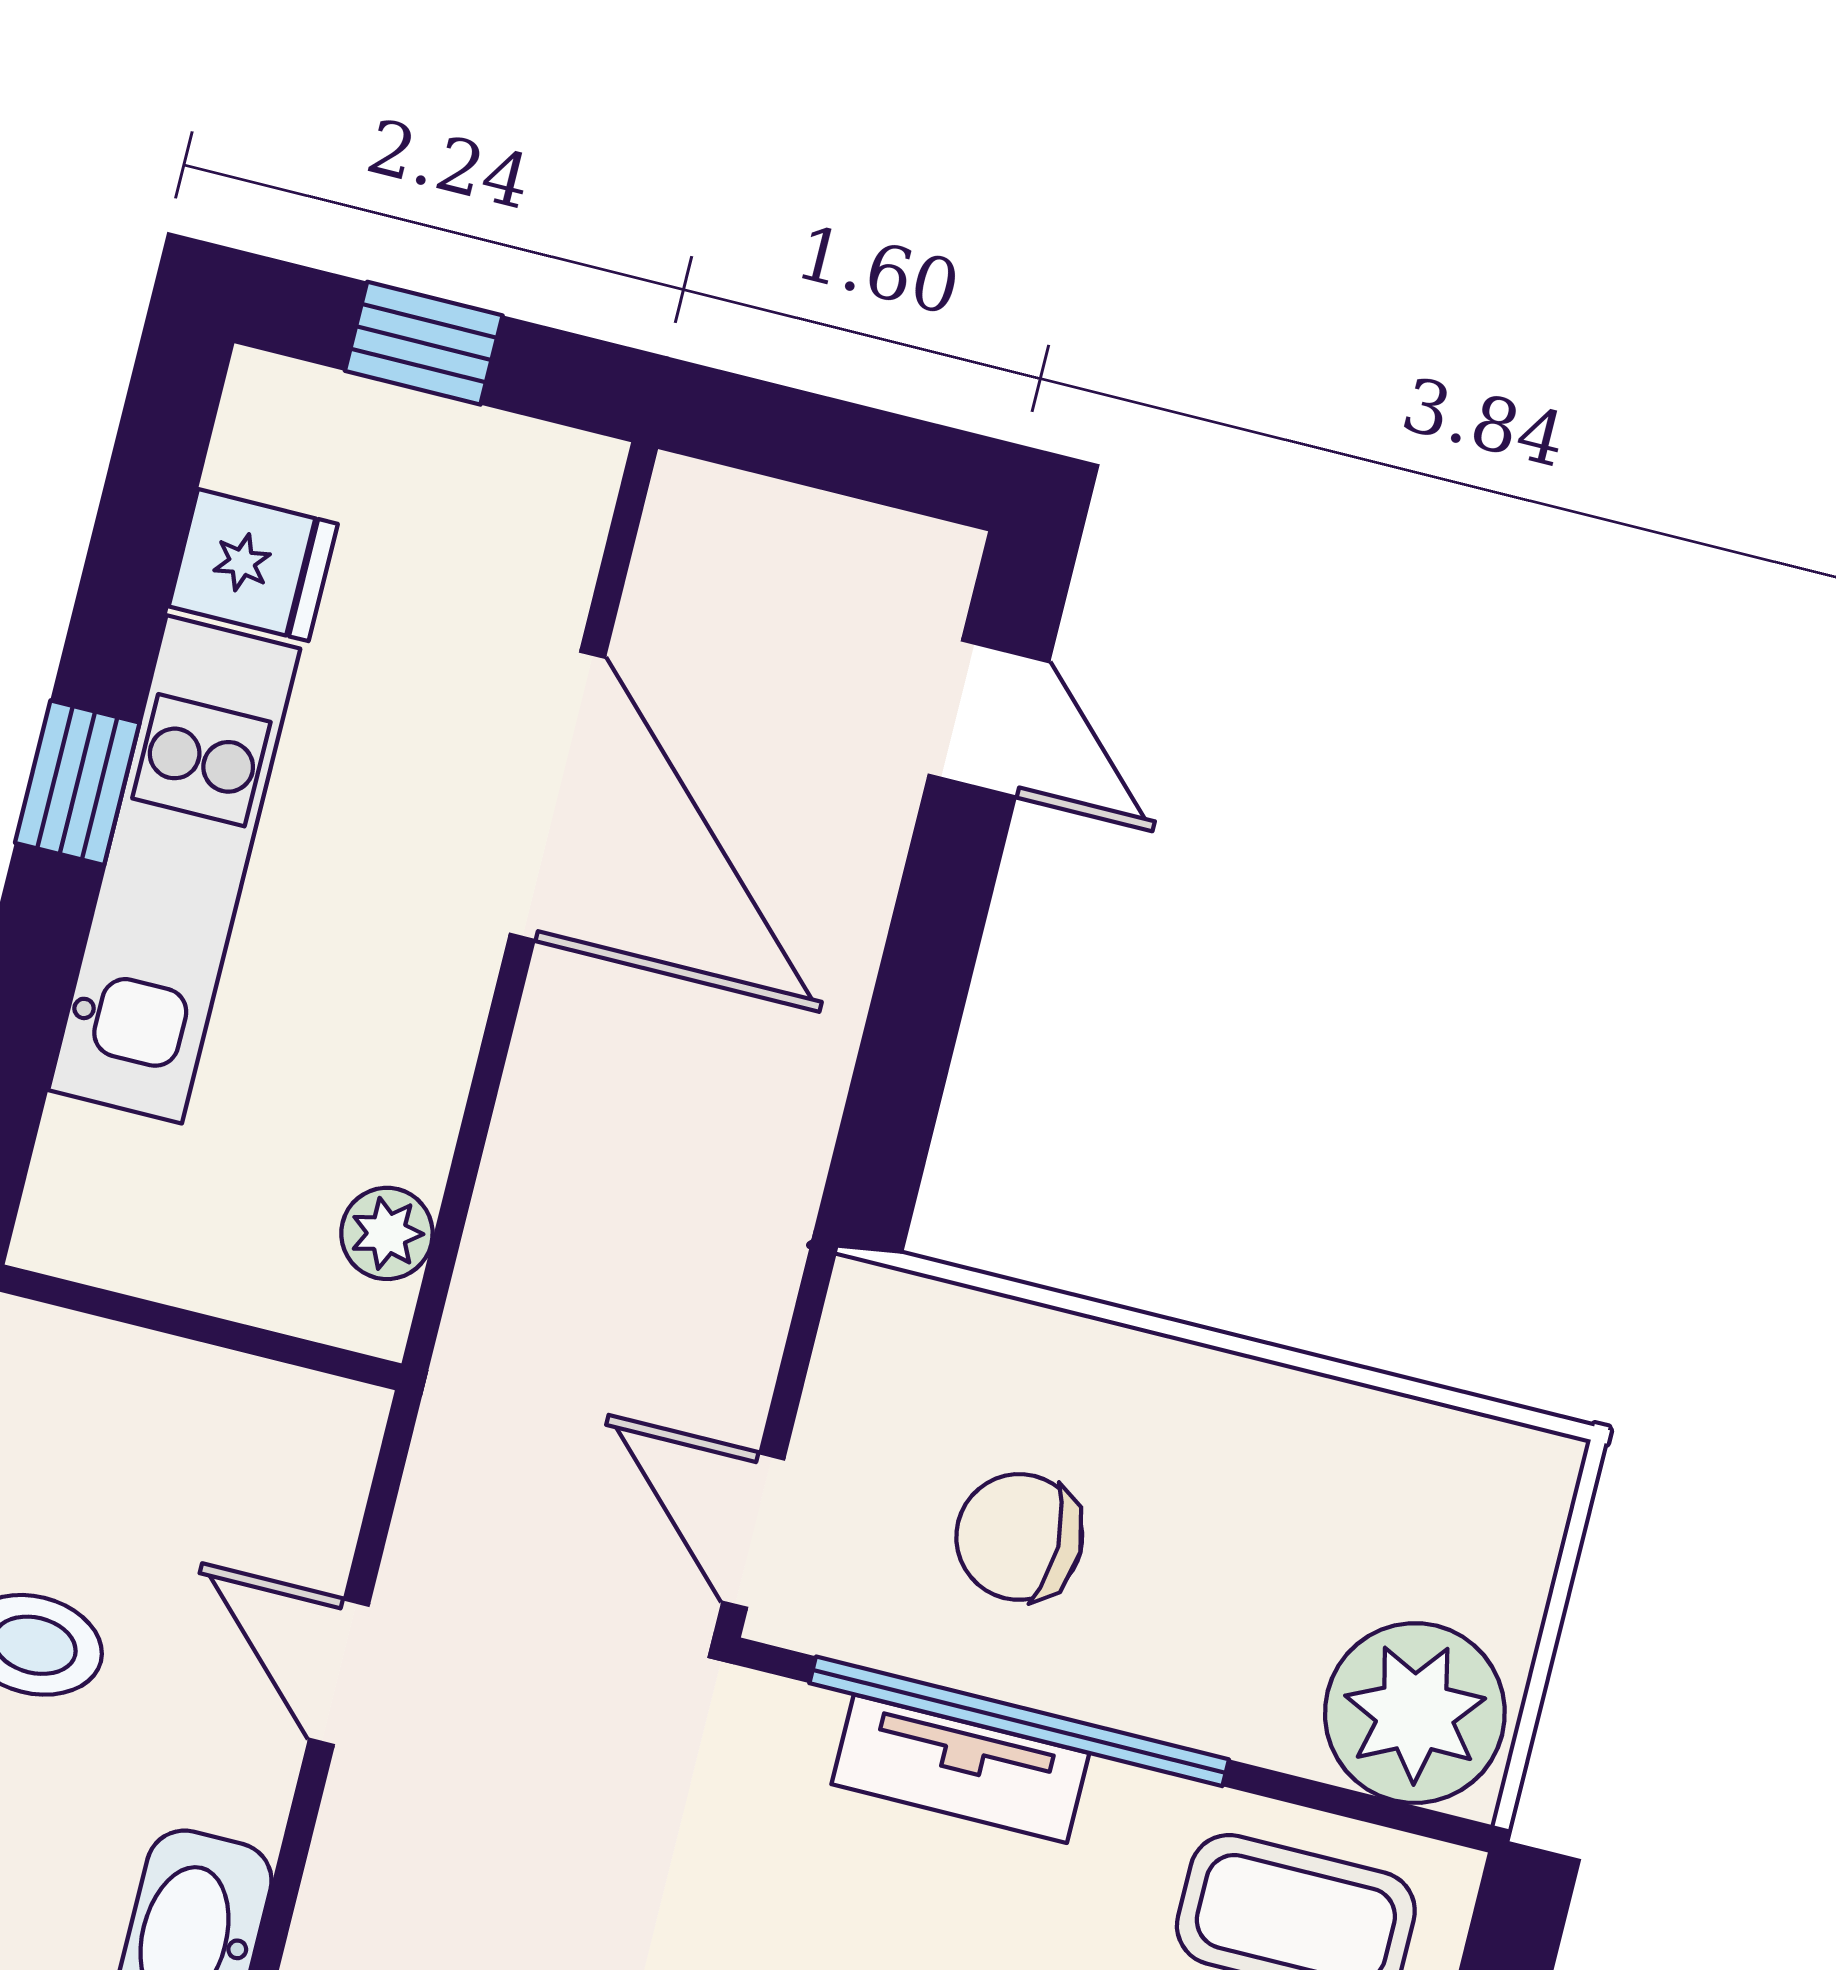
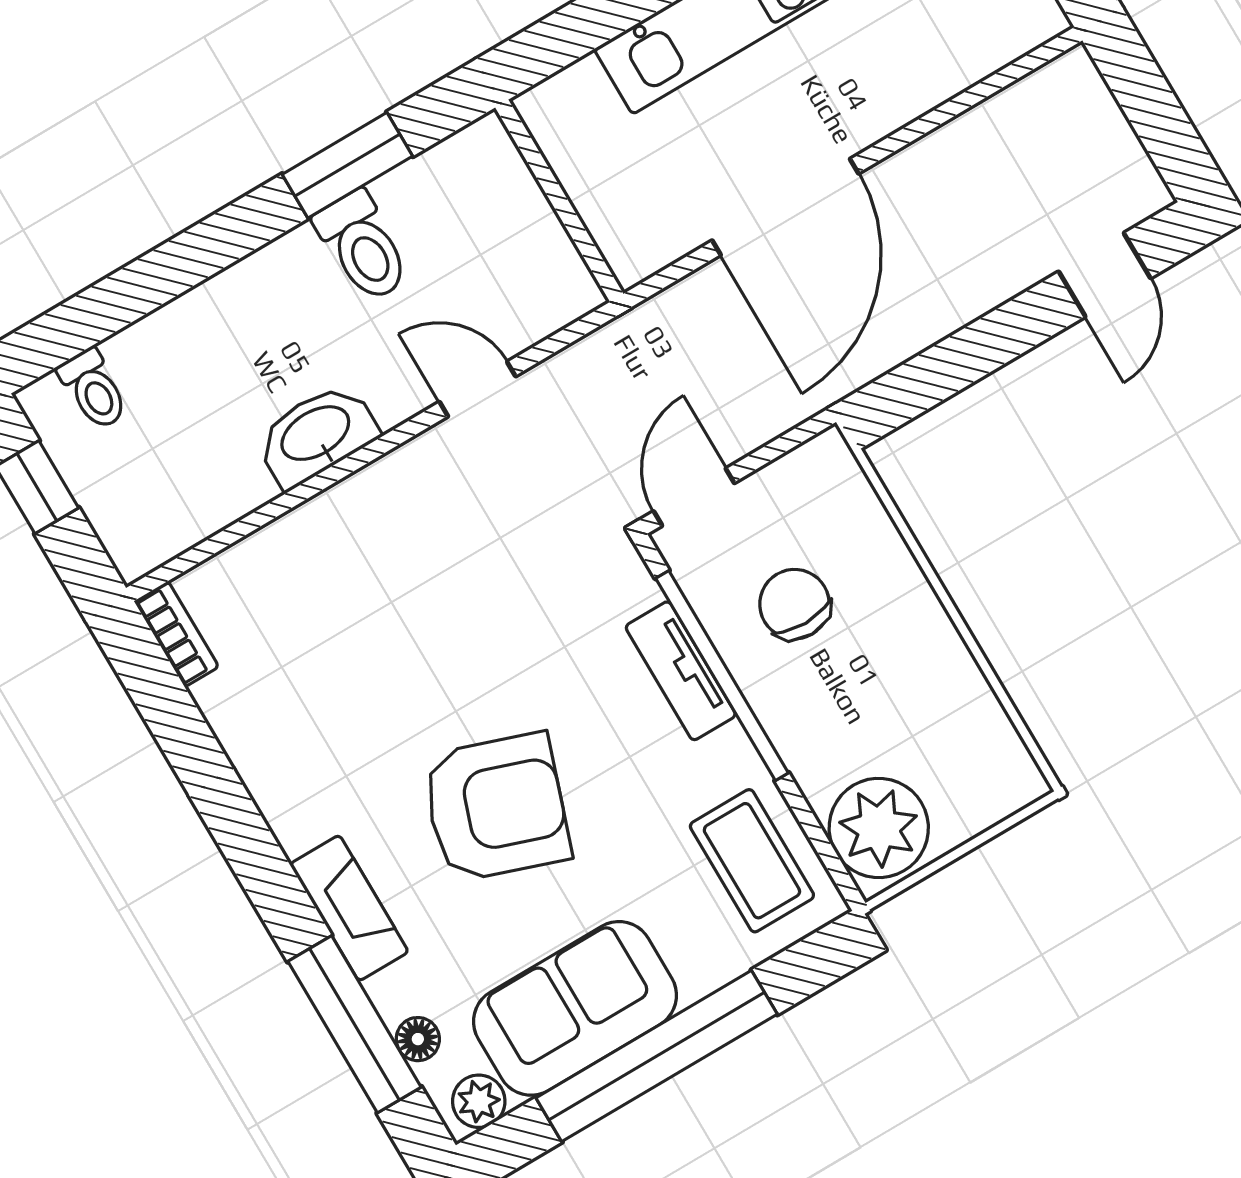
door: (557, 796) -> (785, 207), moved
plant: (387, 1233) -> (669, 238), removed
door: (339, 1672) -> (478, 389), hinge flipped

